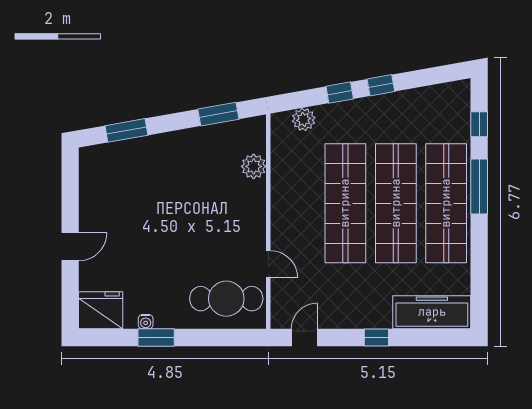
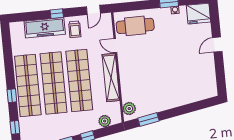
window: (126, 130) -> (194, 107), removed
plant: (254, 166) -> (129, 109), moved
window: (479, 186) -> (12, 96), width x0.46
shelving: (283, 203) -> (111, 77), added
trolley: (344, 303) -> (75, 29), added
freezer: (432, 312) -> (45, 28), moved

